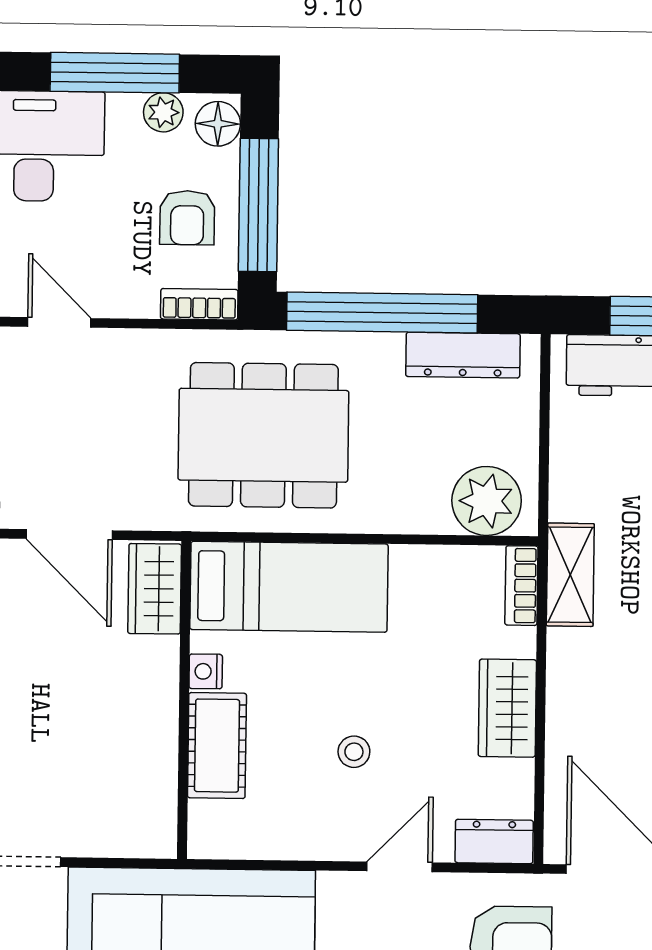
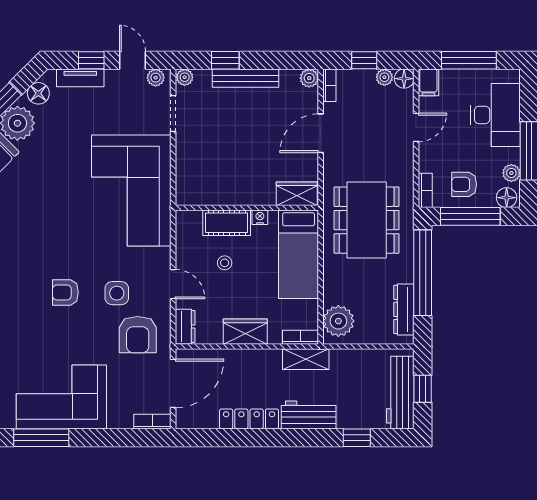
bed: (289, 587) -> (299, 254), moved
wardrobe: (155, 589) -> (297, 194), moved
nightstand: (206, 671) -> (260, 217), moved
wall: (184, 700) -> (247, 208), moved
cot: (217, 746) -> (227, 223), moved

